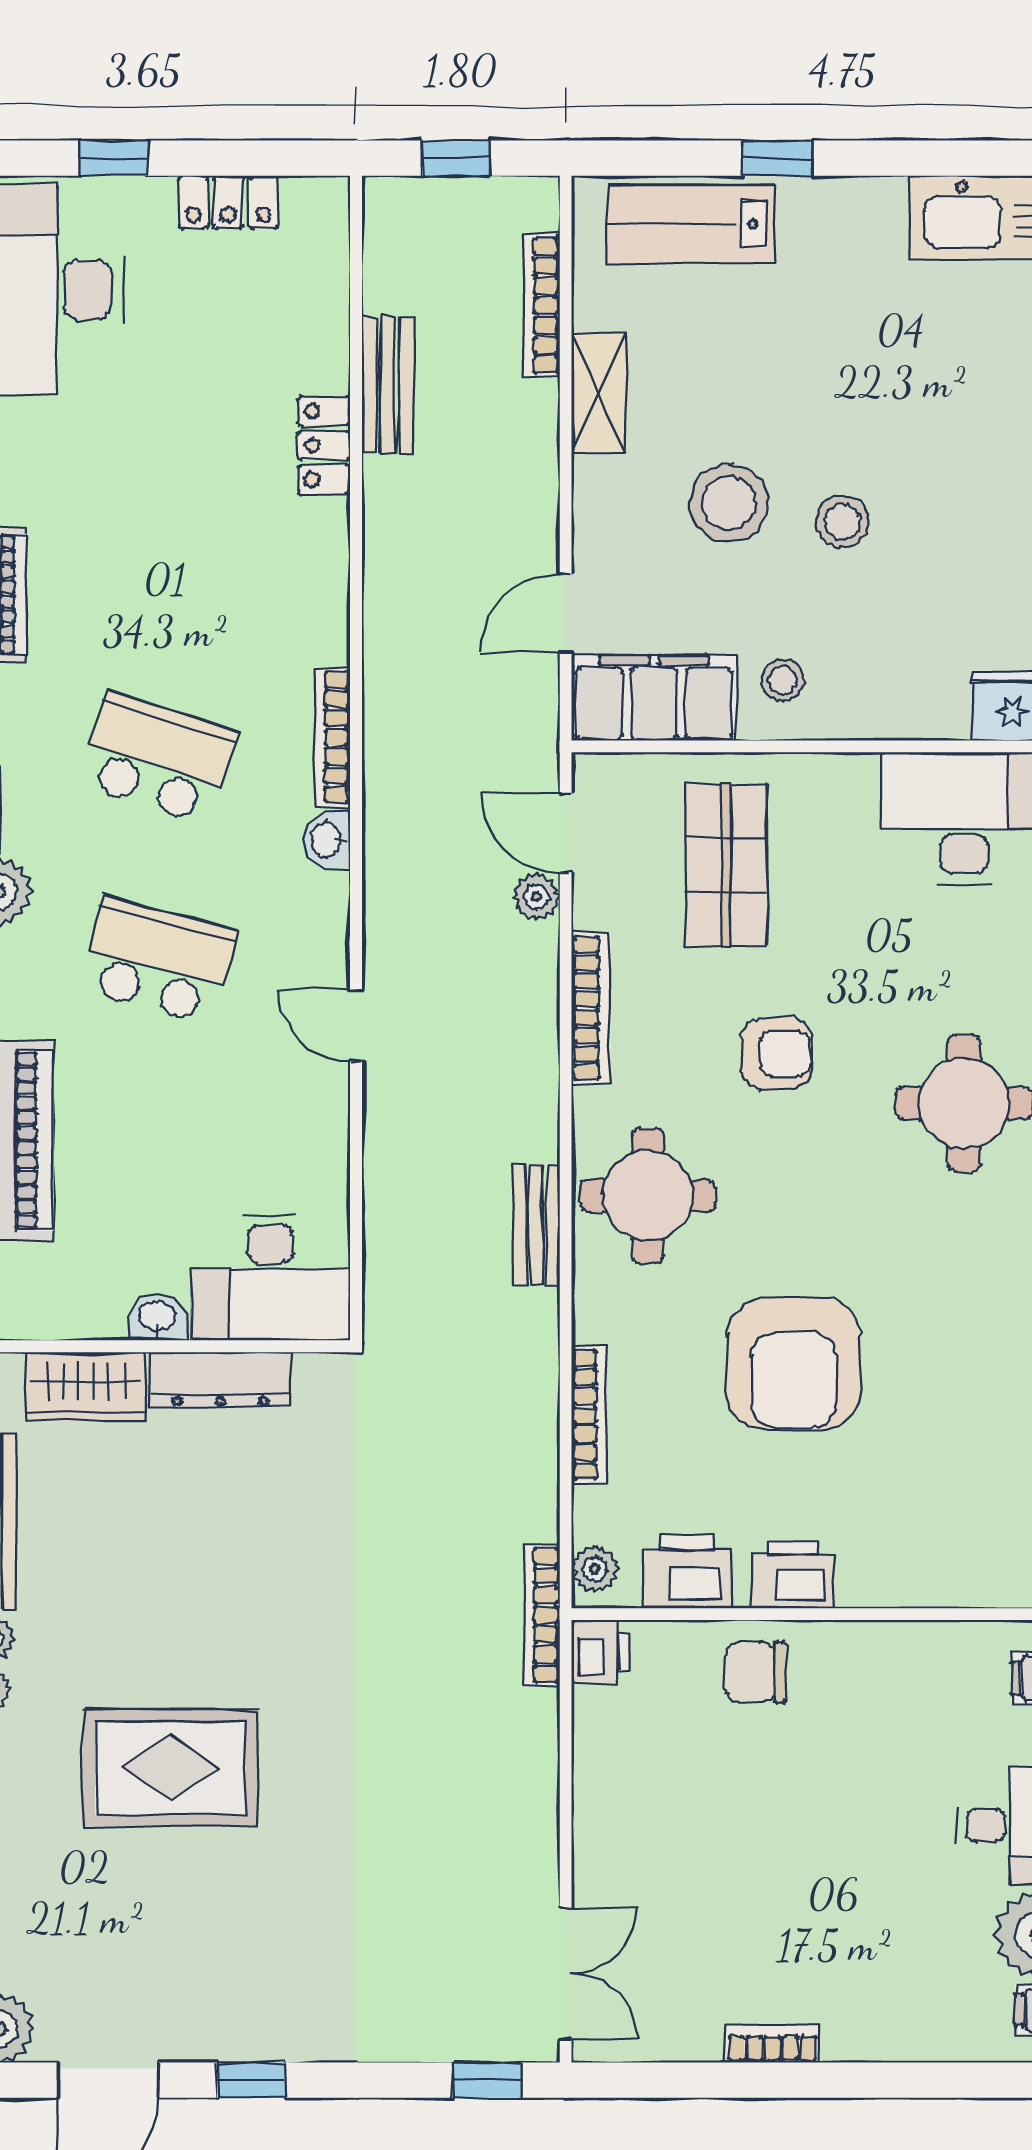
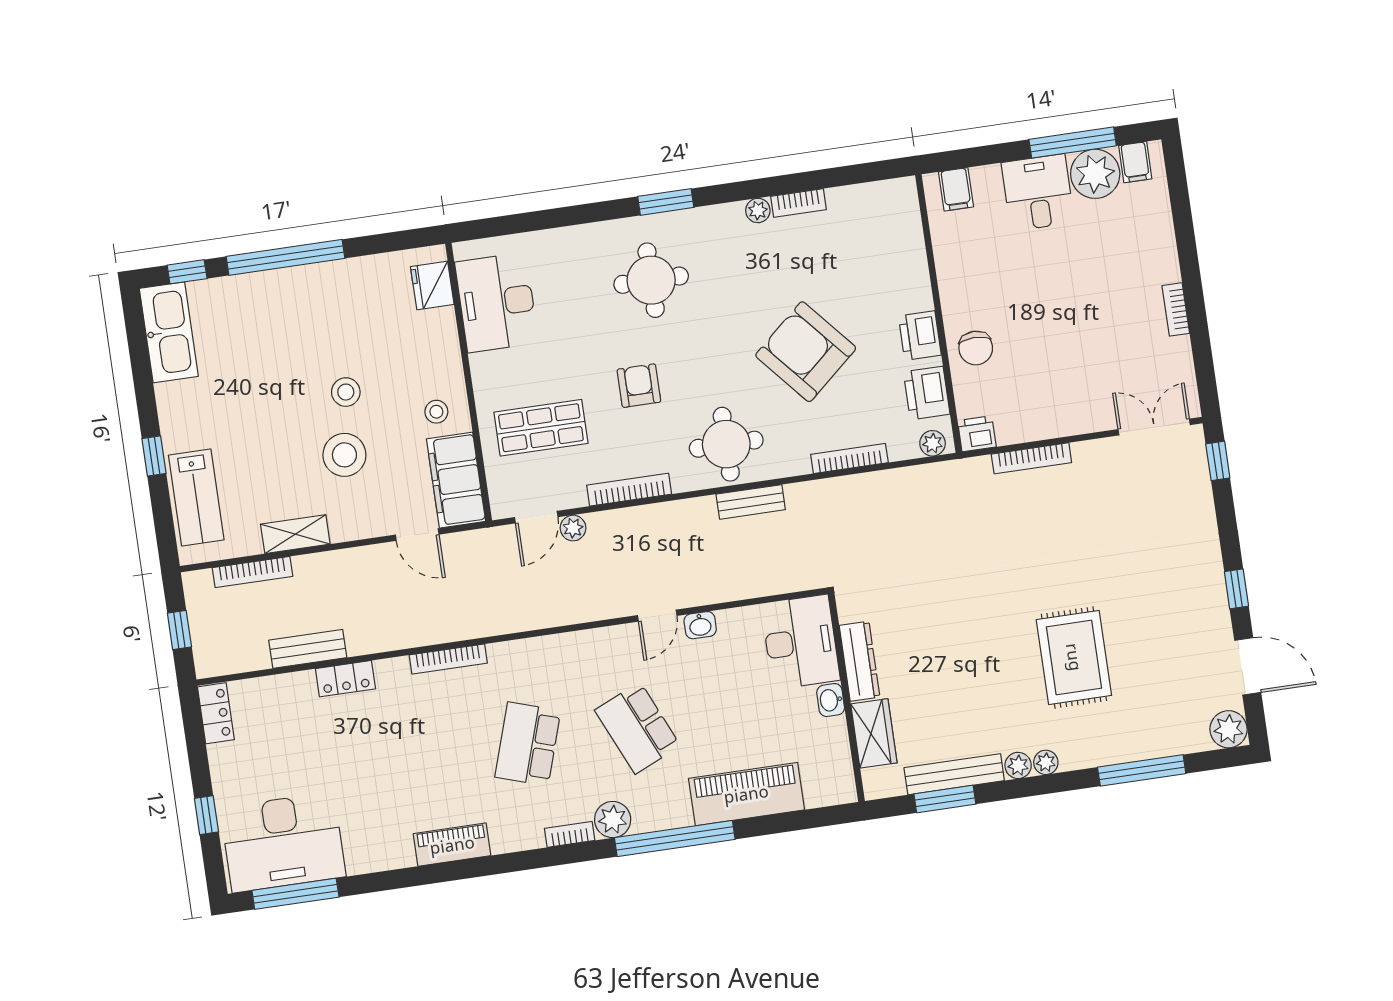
locker: (228, 202) -> (216, 713), moved
bookcase: (332, 737) -> (448, 659), moved
washbasin: (327, 840) -> (700, 625), moved
school desk: (158, 961) -> (638, 728), turned -39
armchair: (794, 1364) -> (806, 352), turned -131
bookcase: (542, 1615) -> (1031, 458), moved

